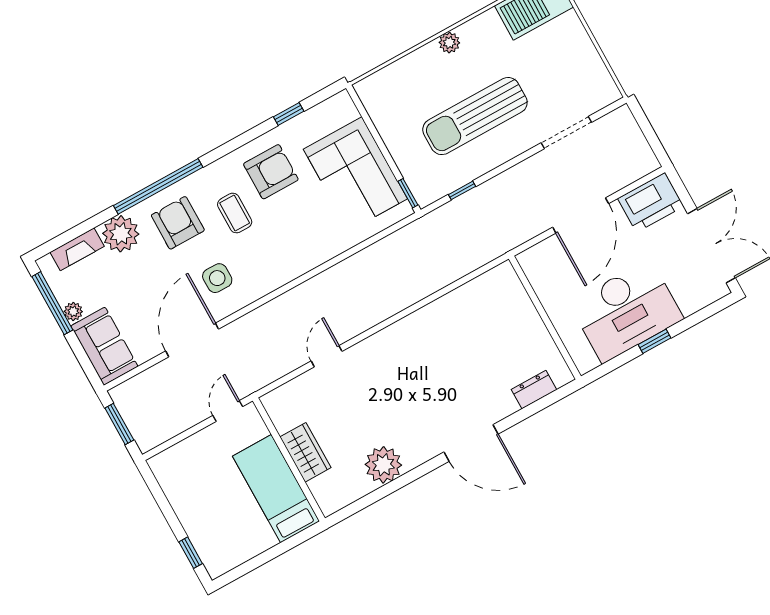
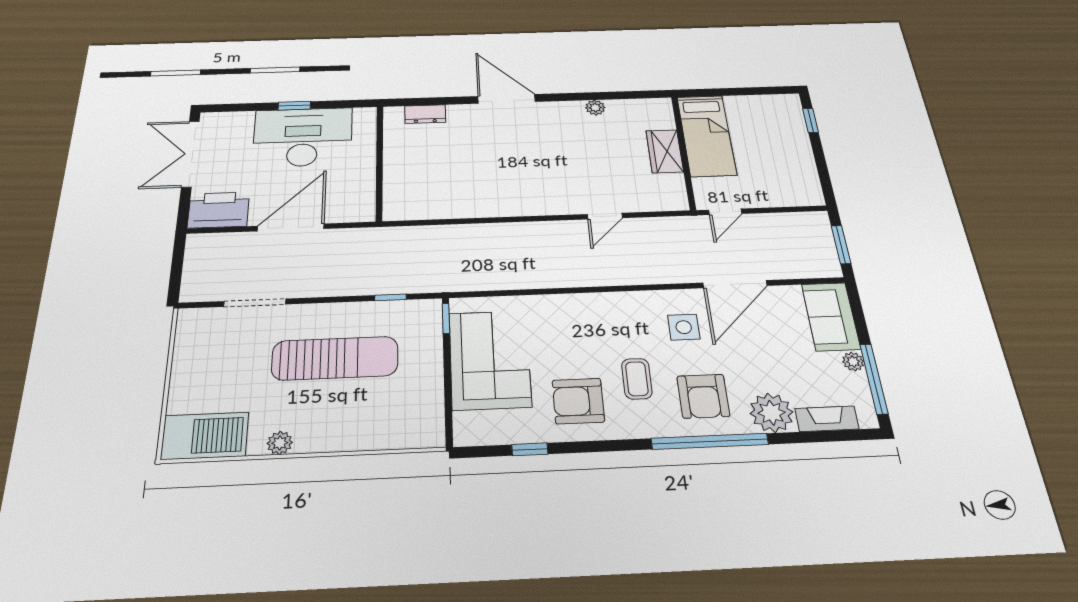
plant: (449, 43) -> (280, 443), moved
plant: (383, 465) -> (595, 108), width x0.53, depth x0.53

